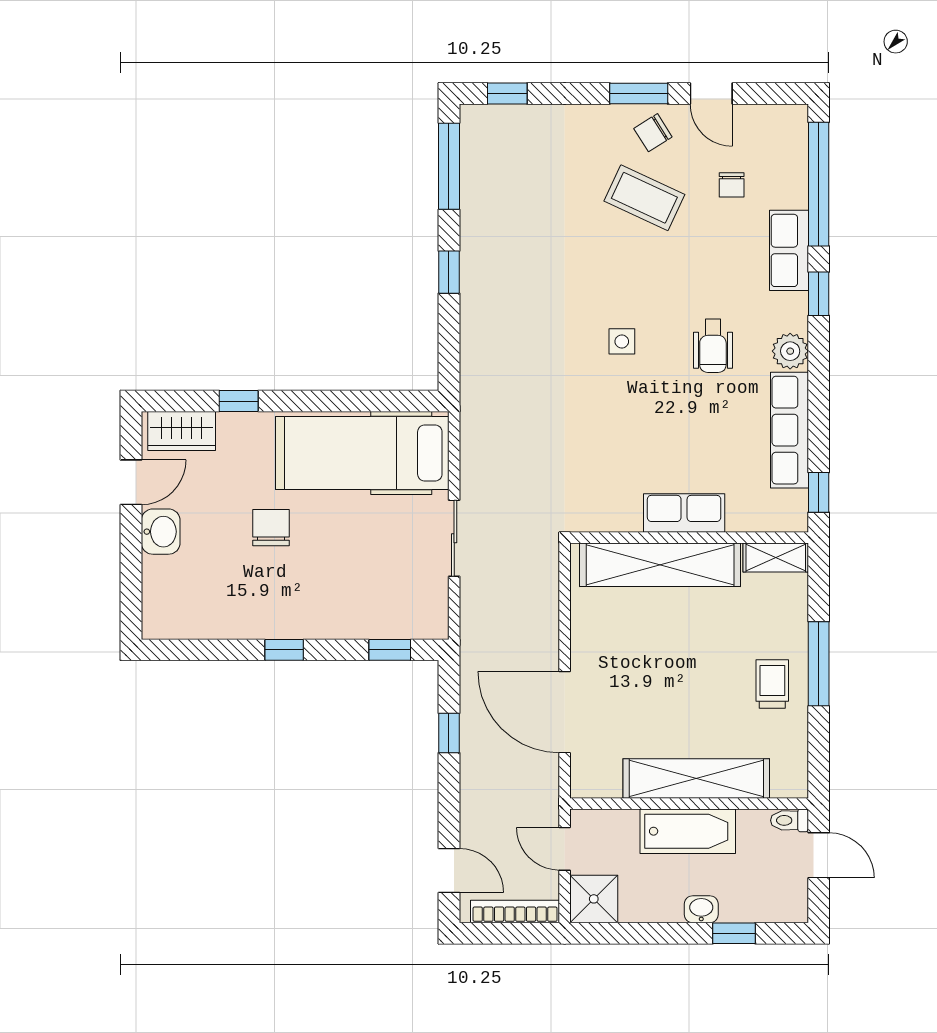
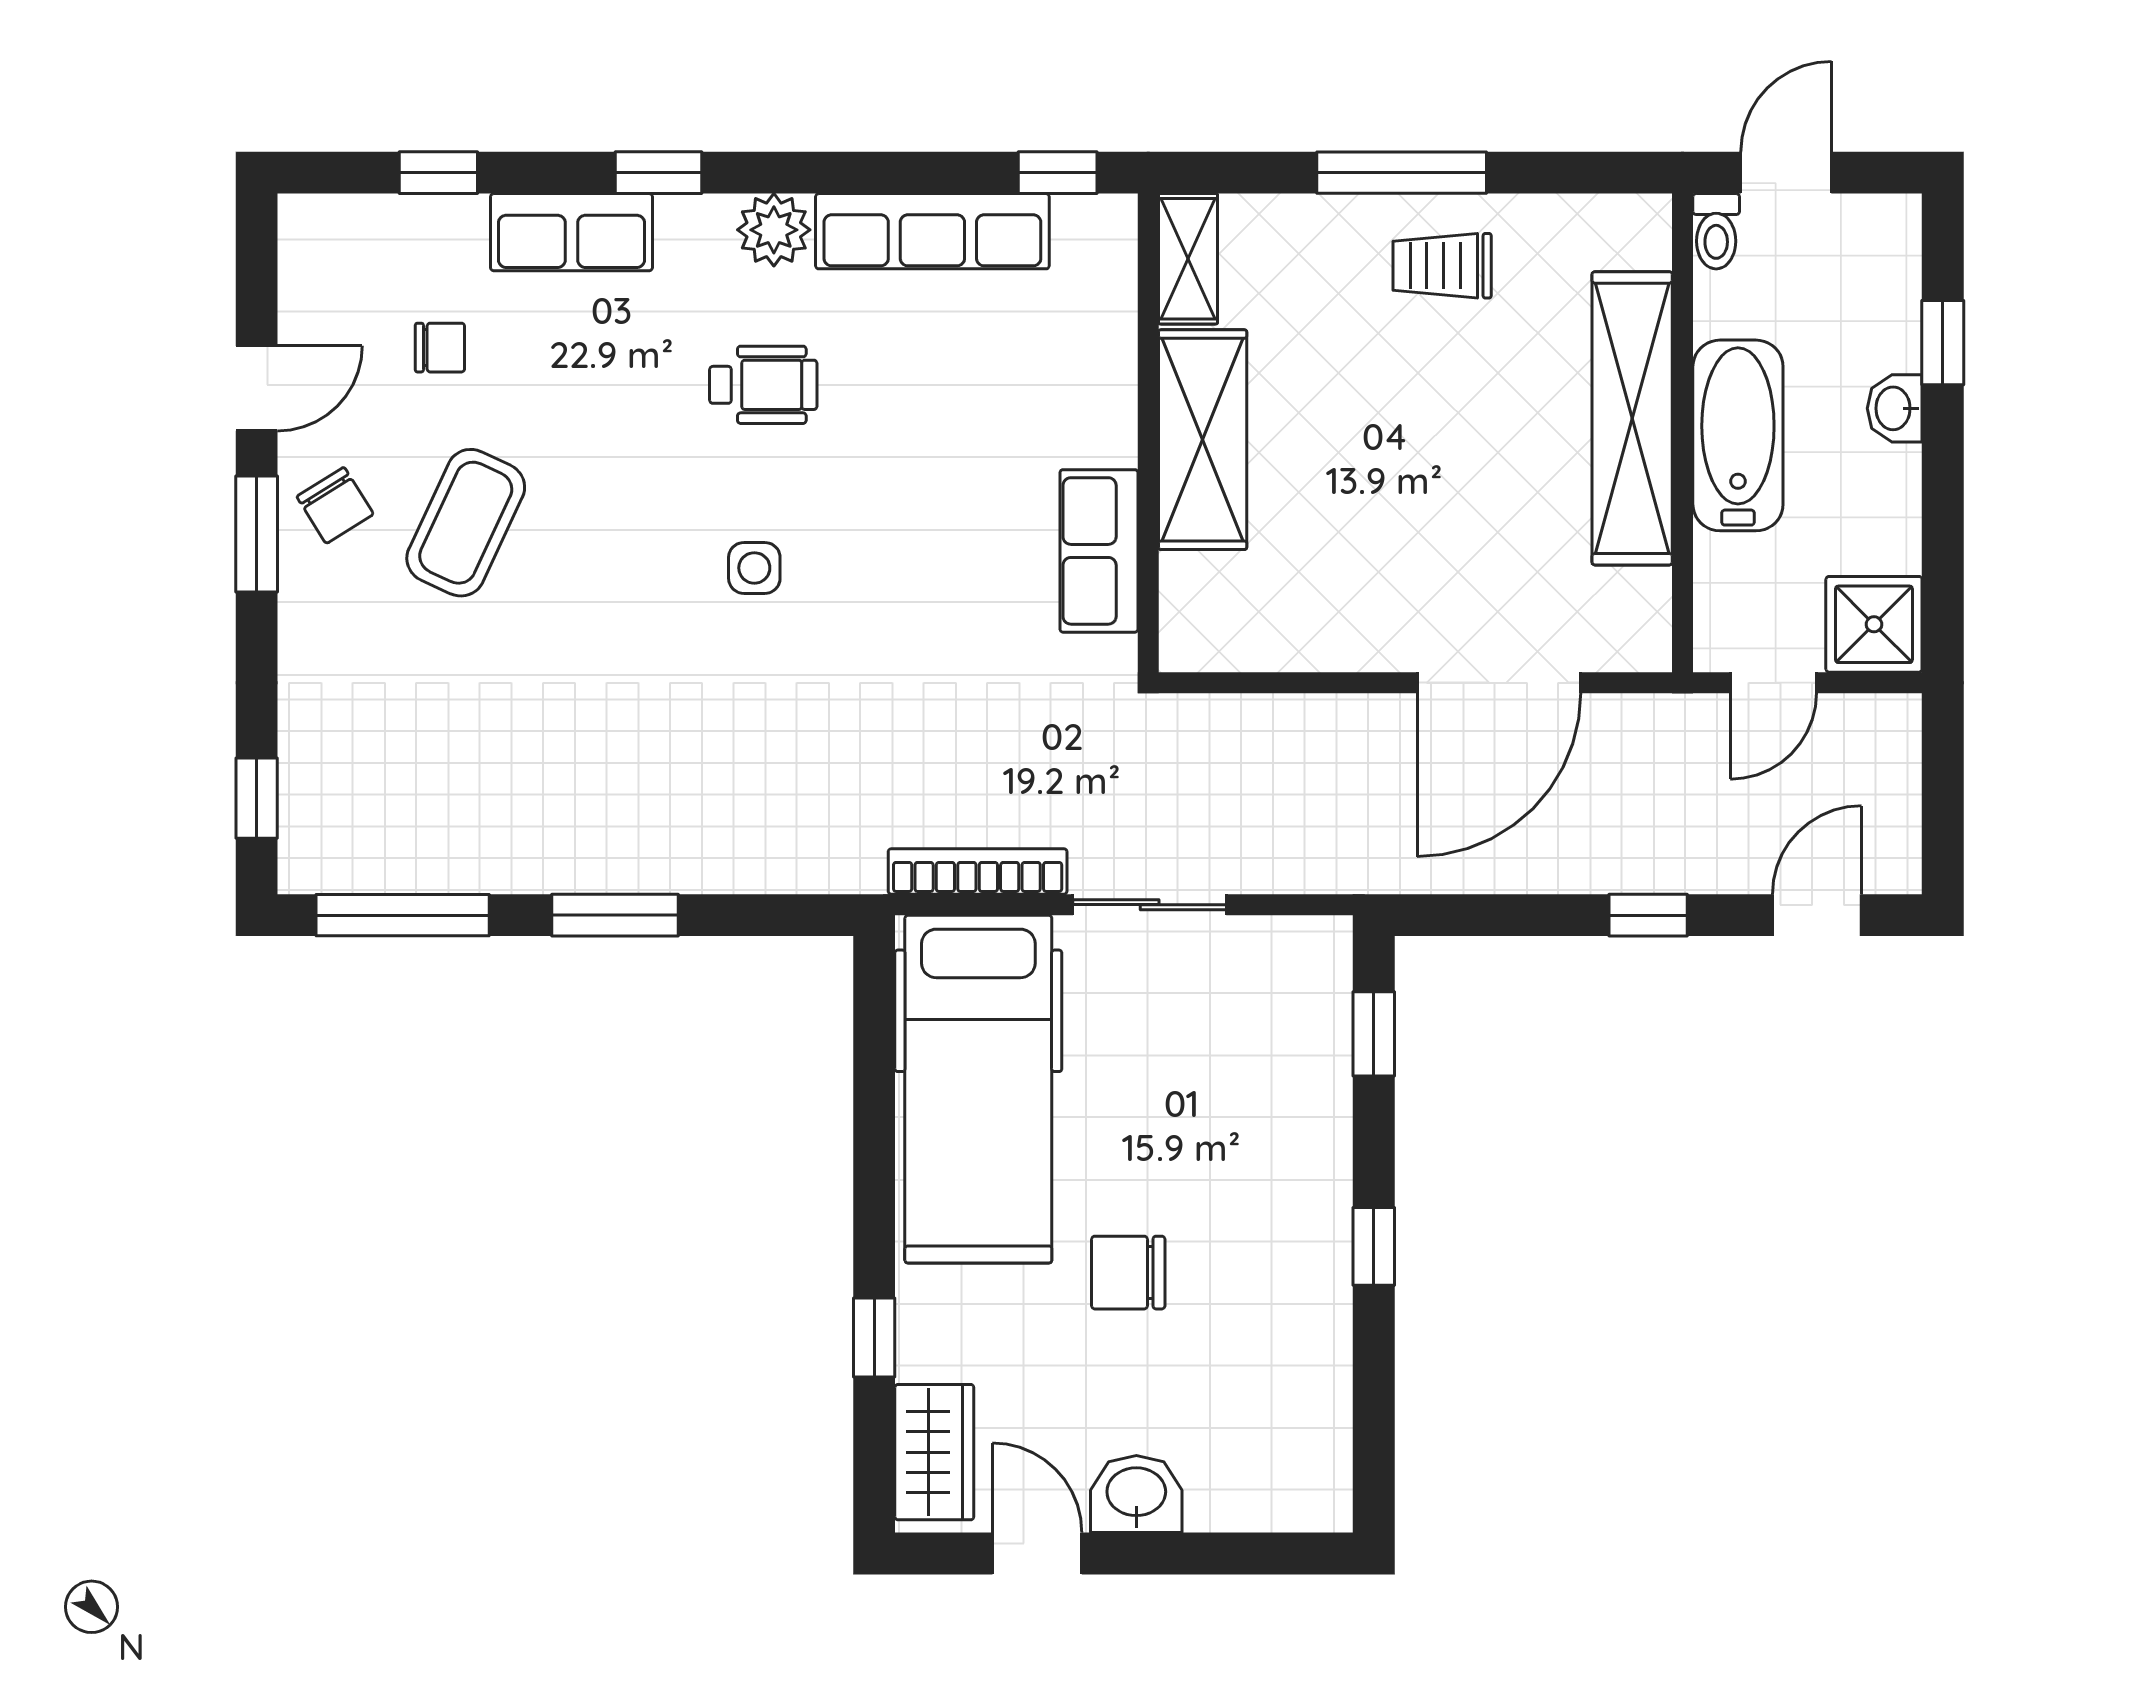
window: (819, 184) -> (438, 173), width x0.32
window: (449, 272) -> (615, 915), width x1.50
row of seats: (684, 513) -> (1099, 551), moved
shelving: (660, 565) -> (1203, 440), width x0.68
window: (449, 733) -> (1648, 915), moved
bookcase: (515, 911) -> (978, 871), moved, turned 90

